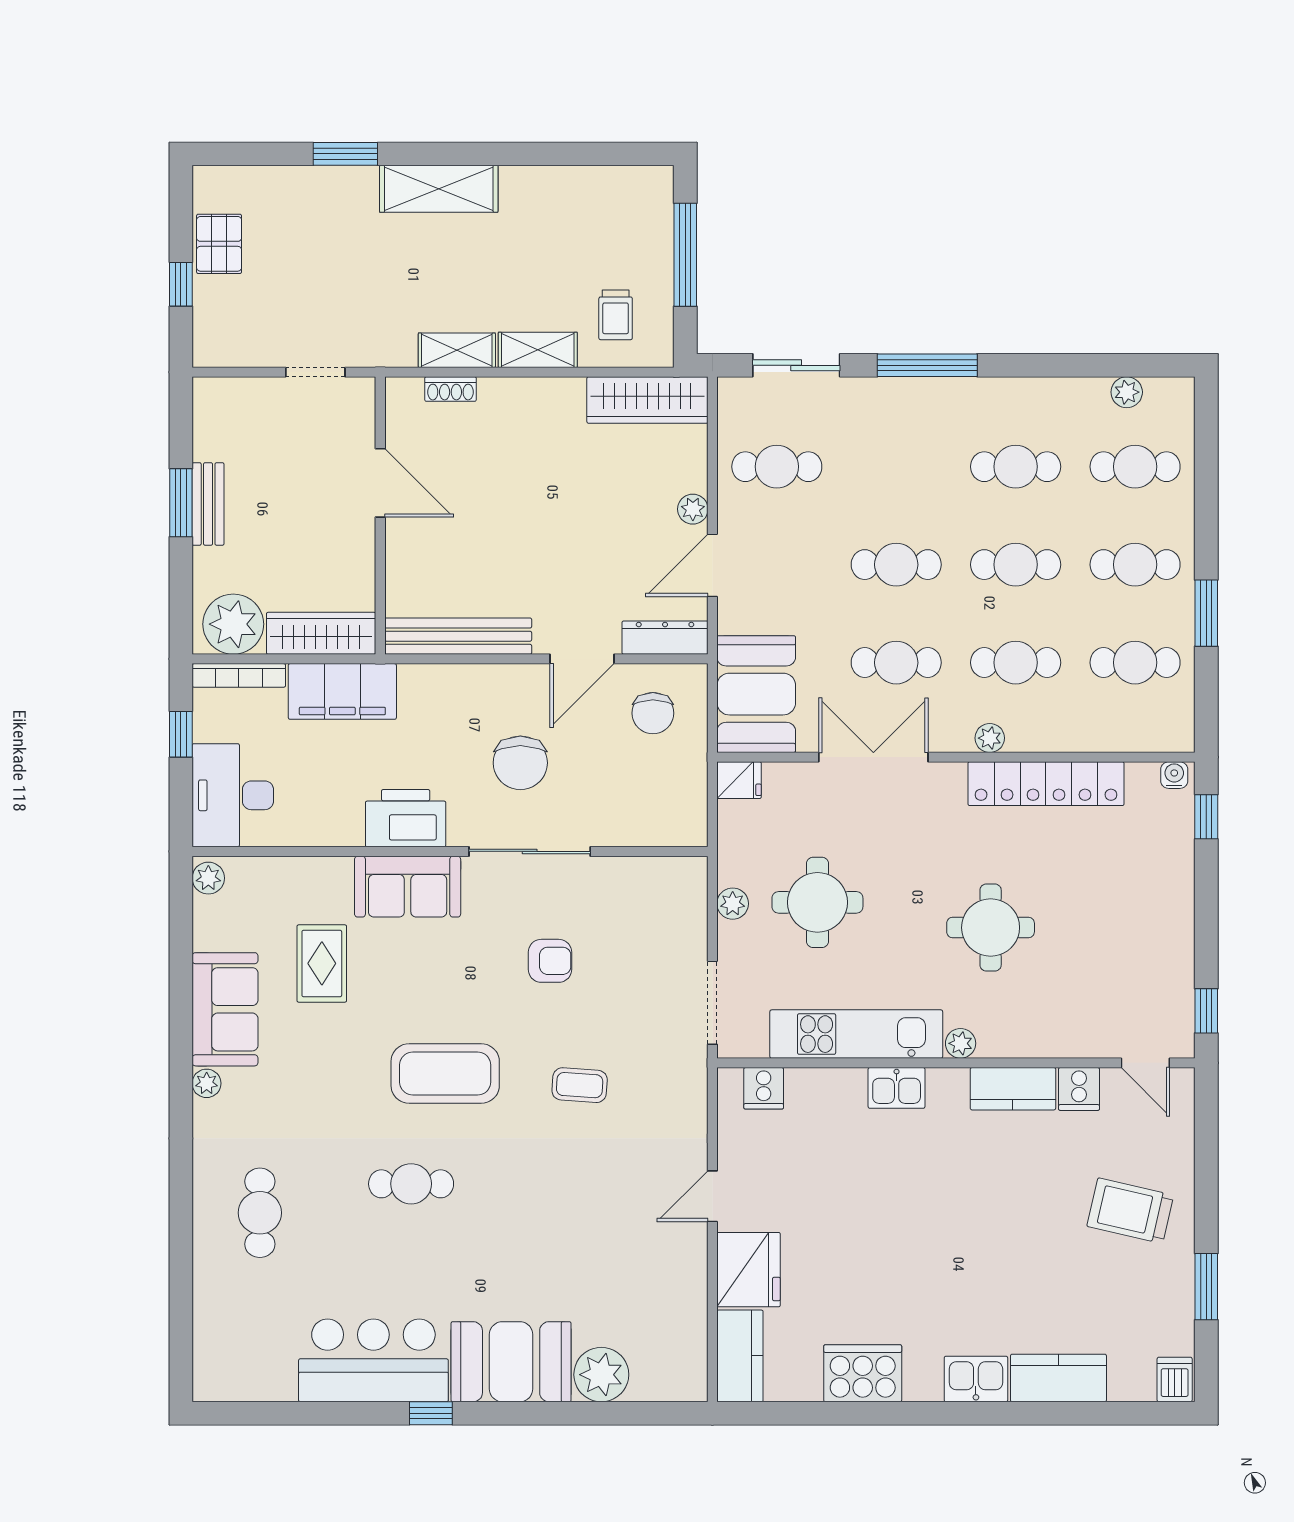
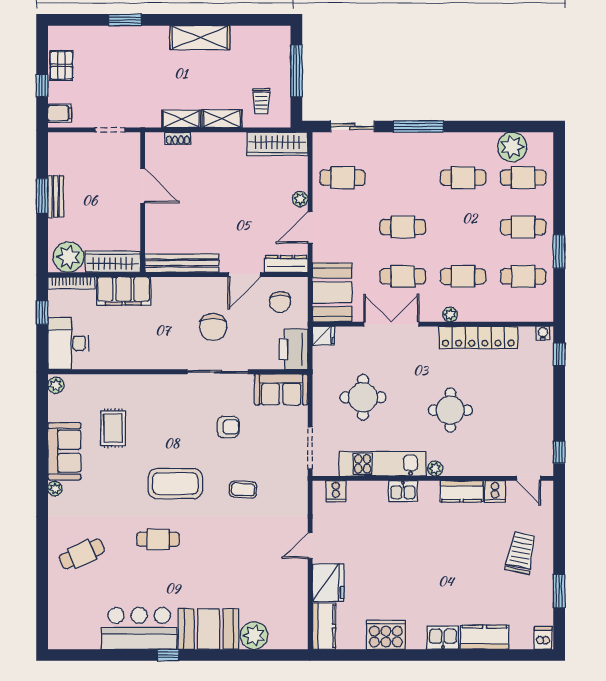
shelving: (439, 189) -> (200, 38), moved
filing cabinet: (216, 339) -> (60, 113), added
plant: (1127, 392) -> (512, 147), width x1.88, depth x1.88
cafe table: (1016, 565) -> (463, 227), removed
printer: (406, 818) -> (293, 349), moved, turned -90
sofa: (408, 887) -> (281, 389), moved
plant: (733, 904) -> (320, 398), removed
trolley: (1130, 1211) -> (521, 553), turned 88
cafe table: (260, 1213) -> (82, 554), turned 66

